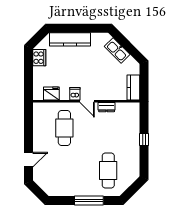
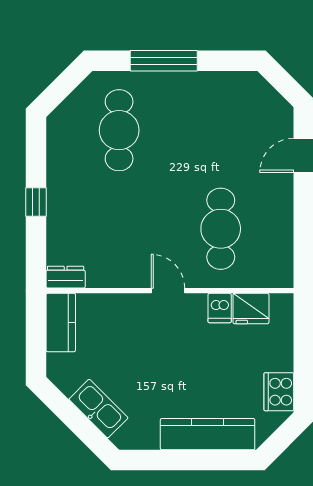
dishwasher: (75, 94) -> (220, 308), moved
dresser: (107, 107) -> (66, 277), moved

